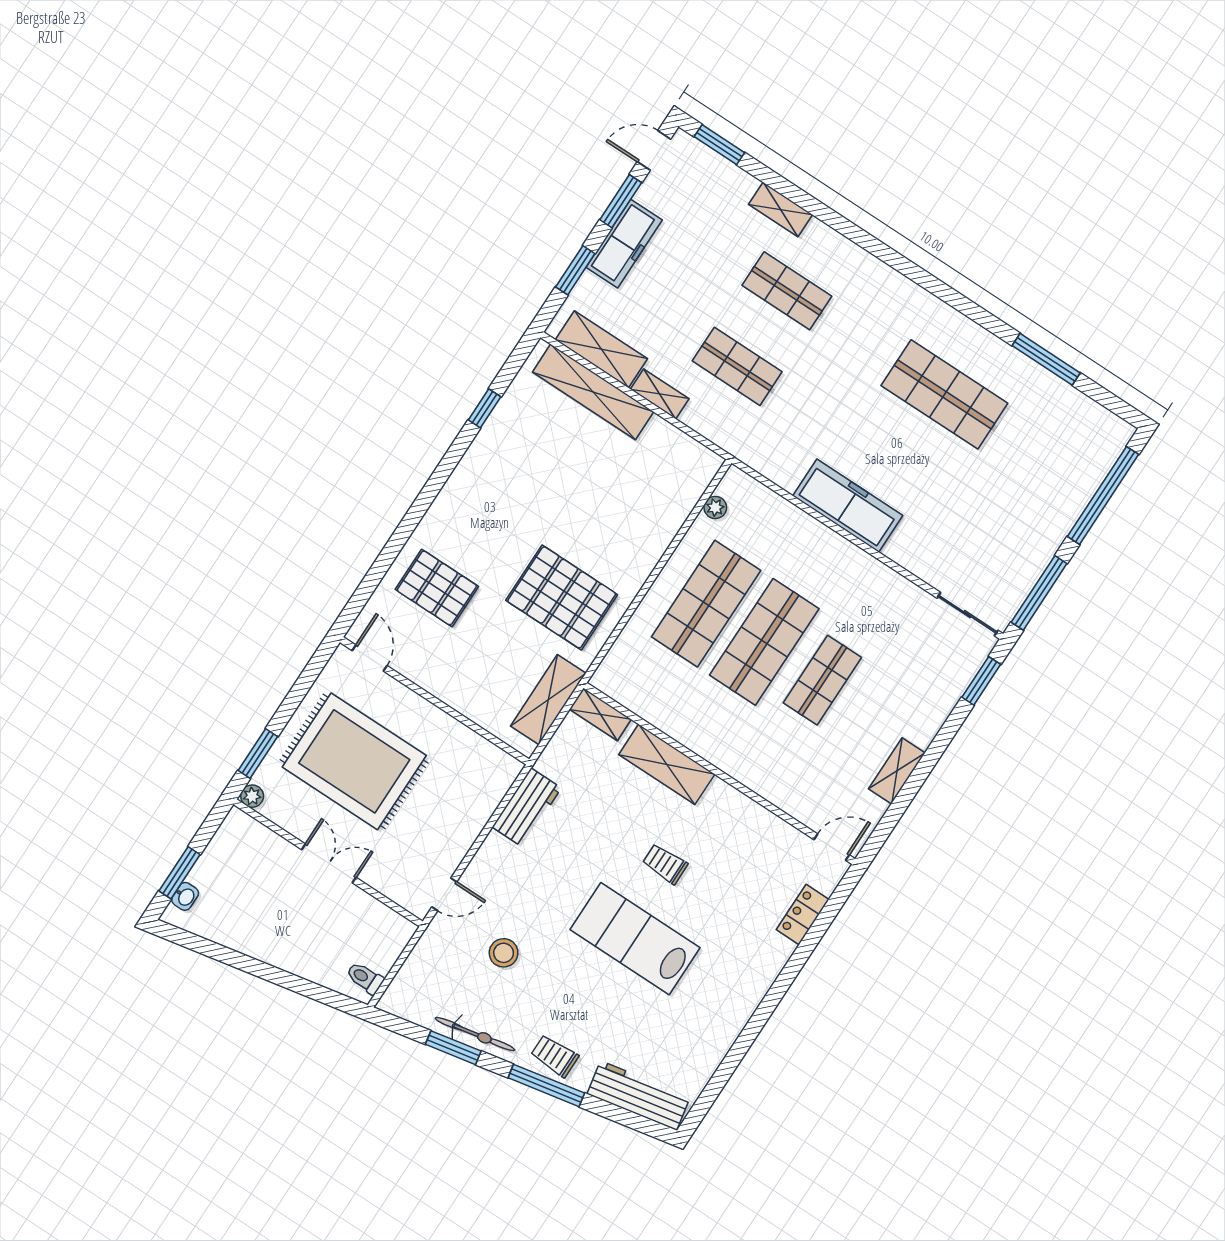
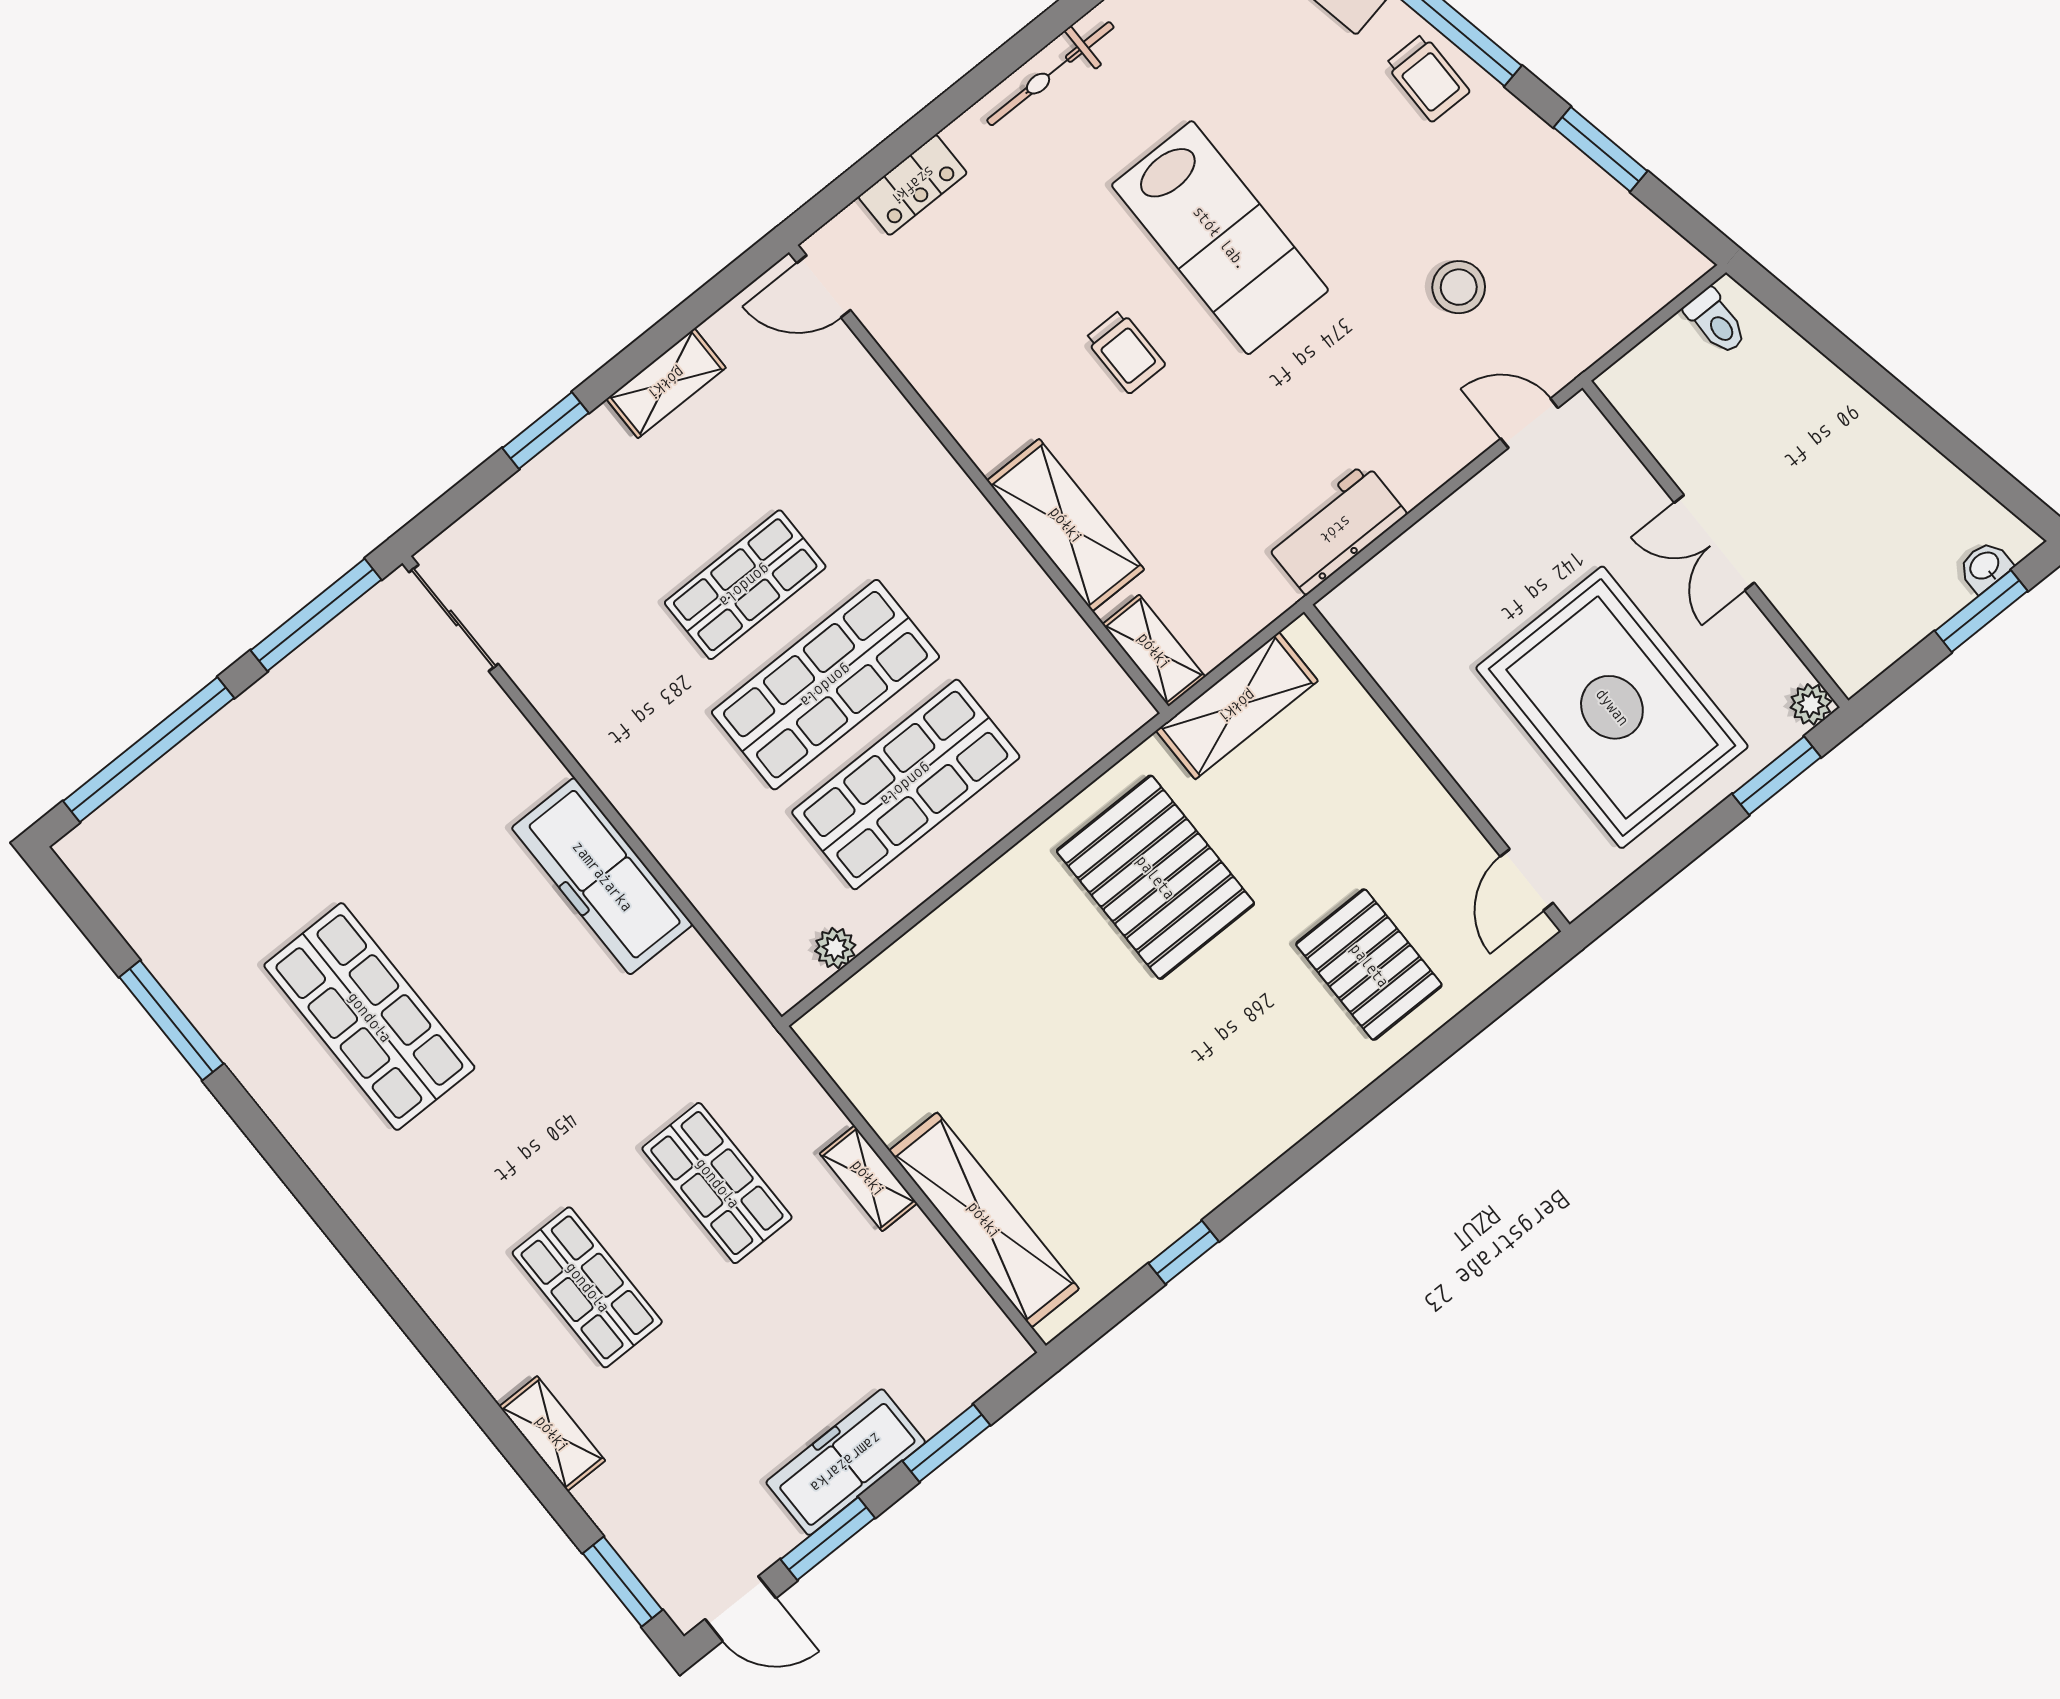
shelving: (601, 349) -> (945, 1290), removed
window: (981, 681) -> (545, 430), moved
bicycle: (475, 1034) -> (1050, 74), moved, turned -79

